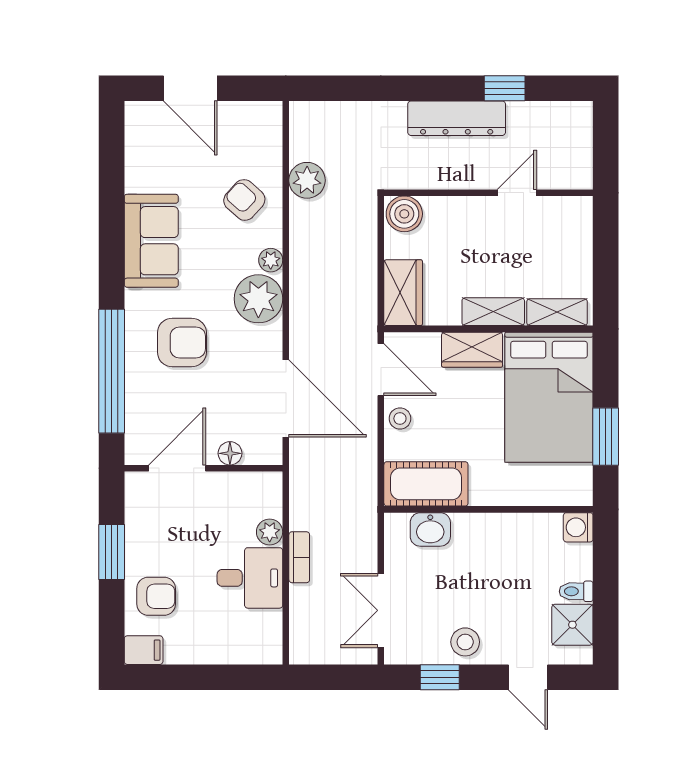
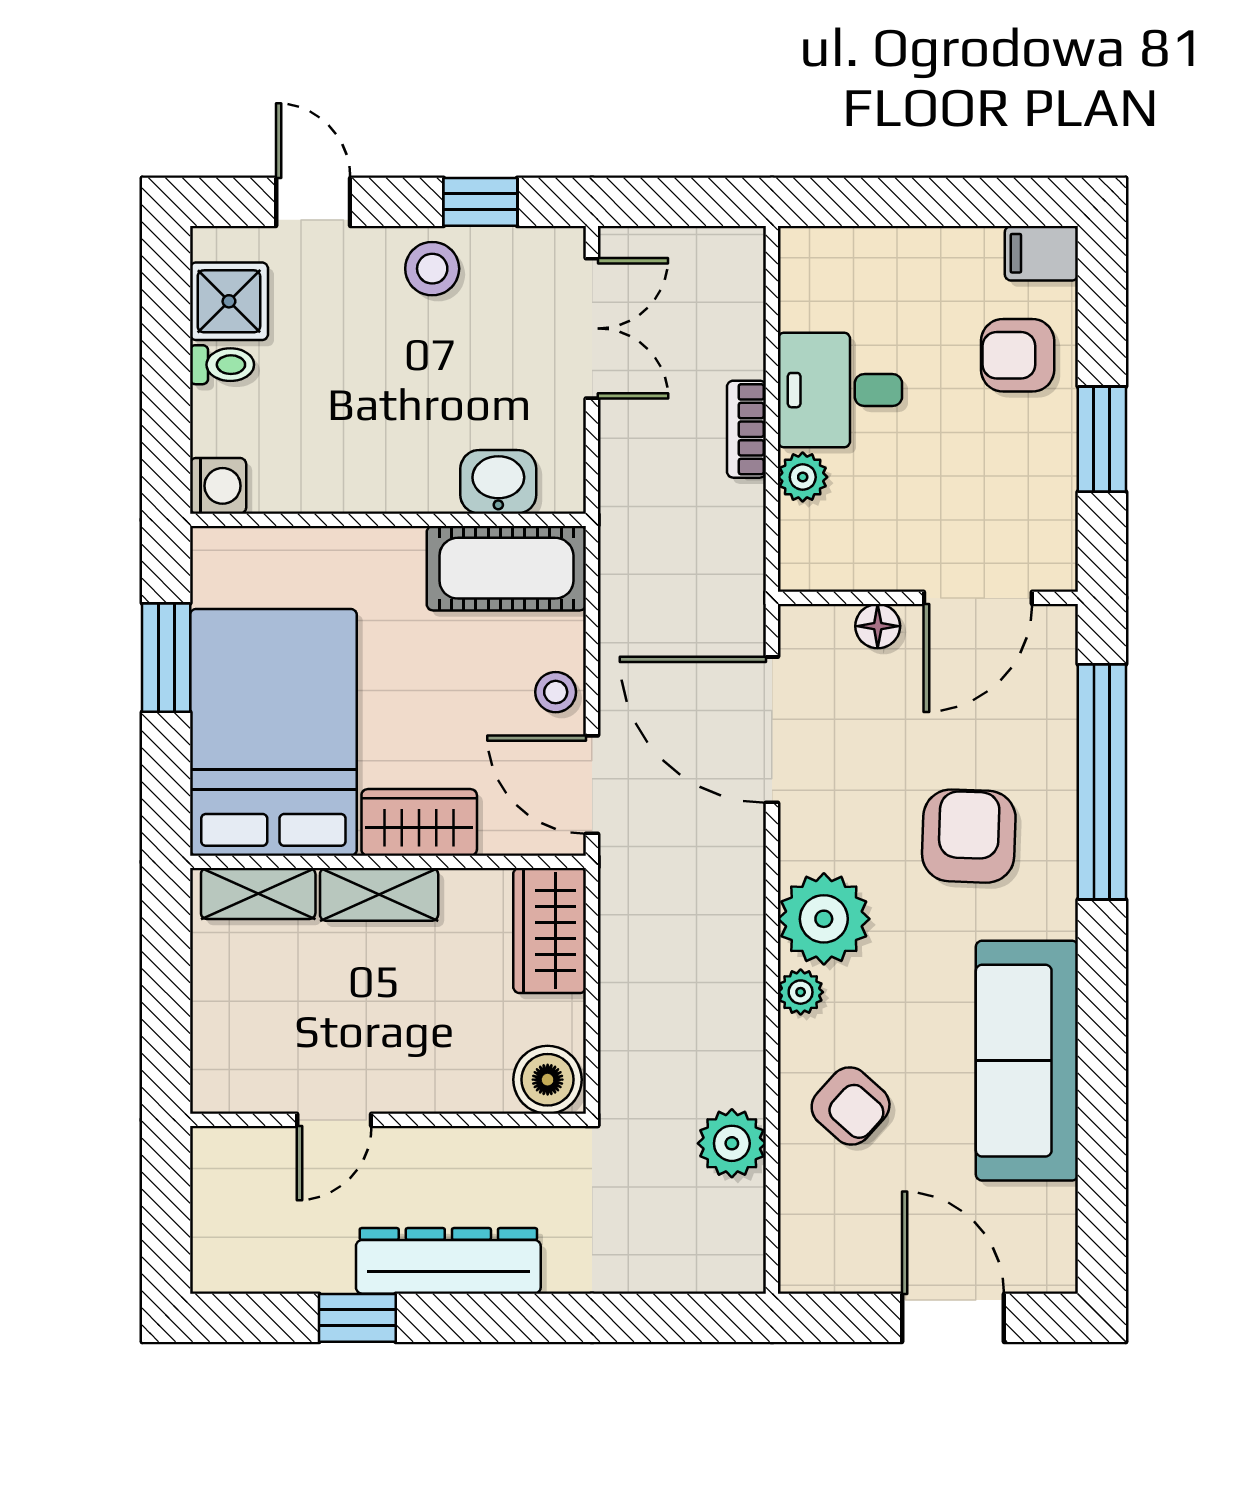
sofa: (151, 241) -> (1027, 1061), width x1.36
armchair: (182, 342) -> (969, 836), turned 92

